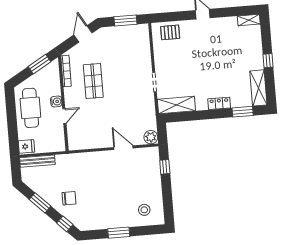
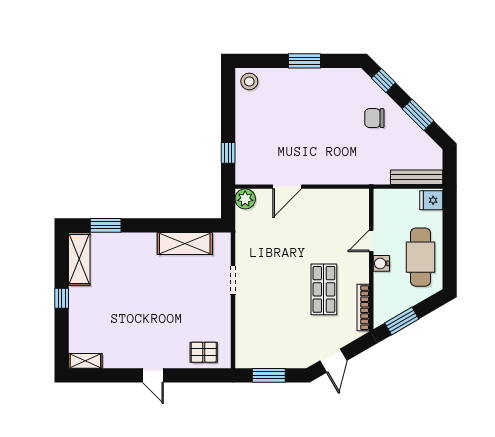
locker: (219, 103) -> (140, 241), removed
shelving: (176, 105) -> (185, 244), moved
door: (123, 148) -> (287, 187), hinge flipped
stool: (144, 210) -> (249, 81), moved

